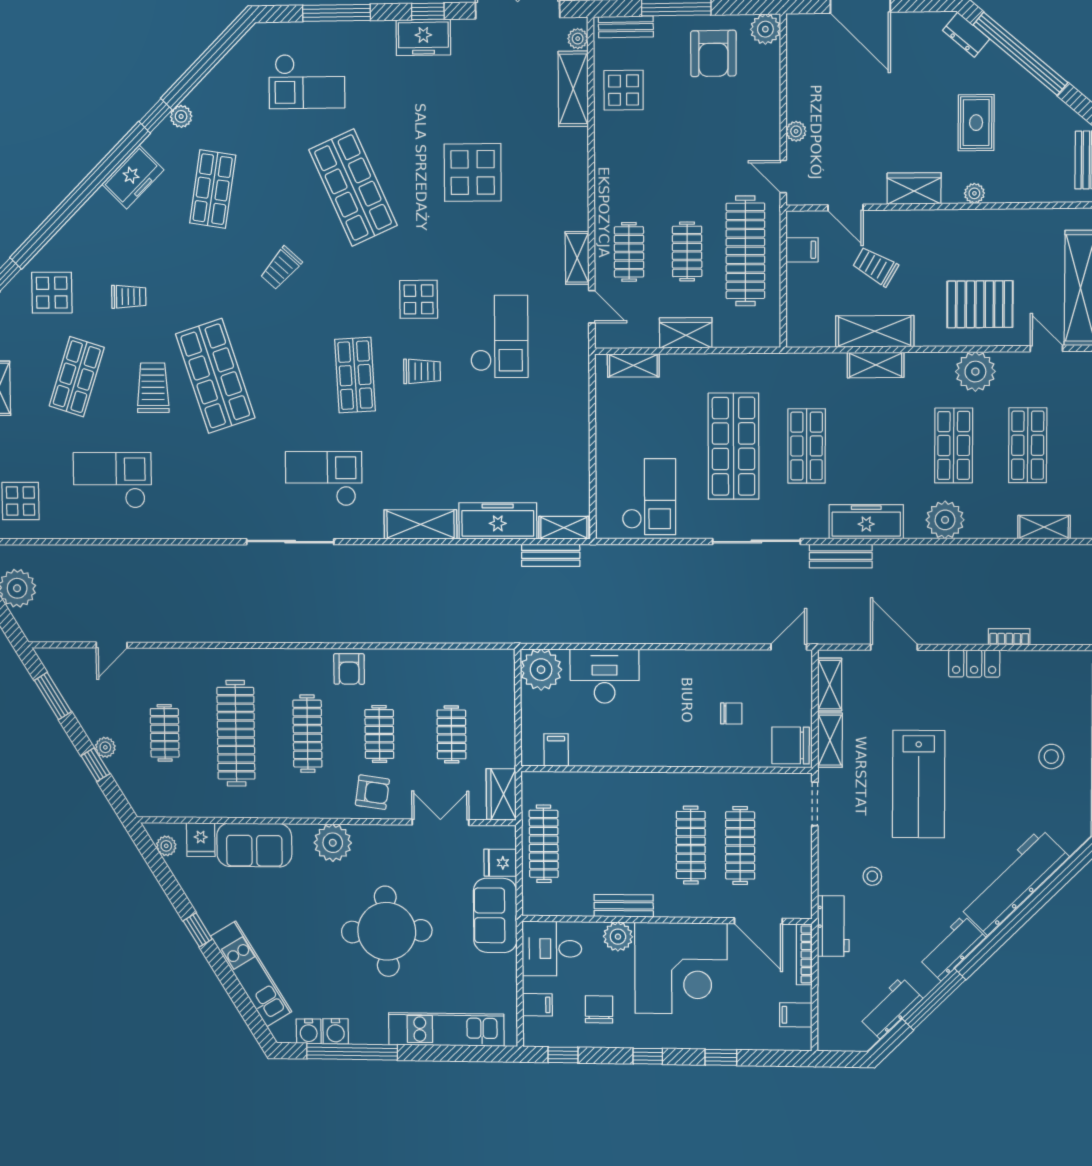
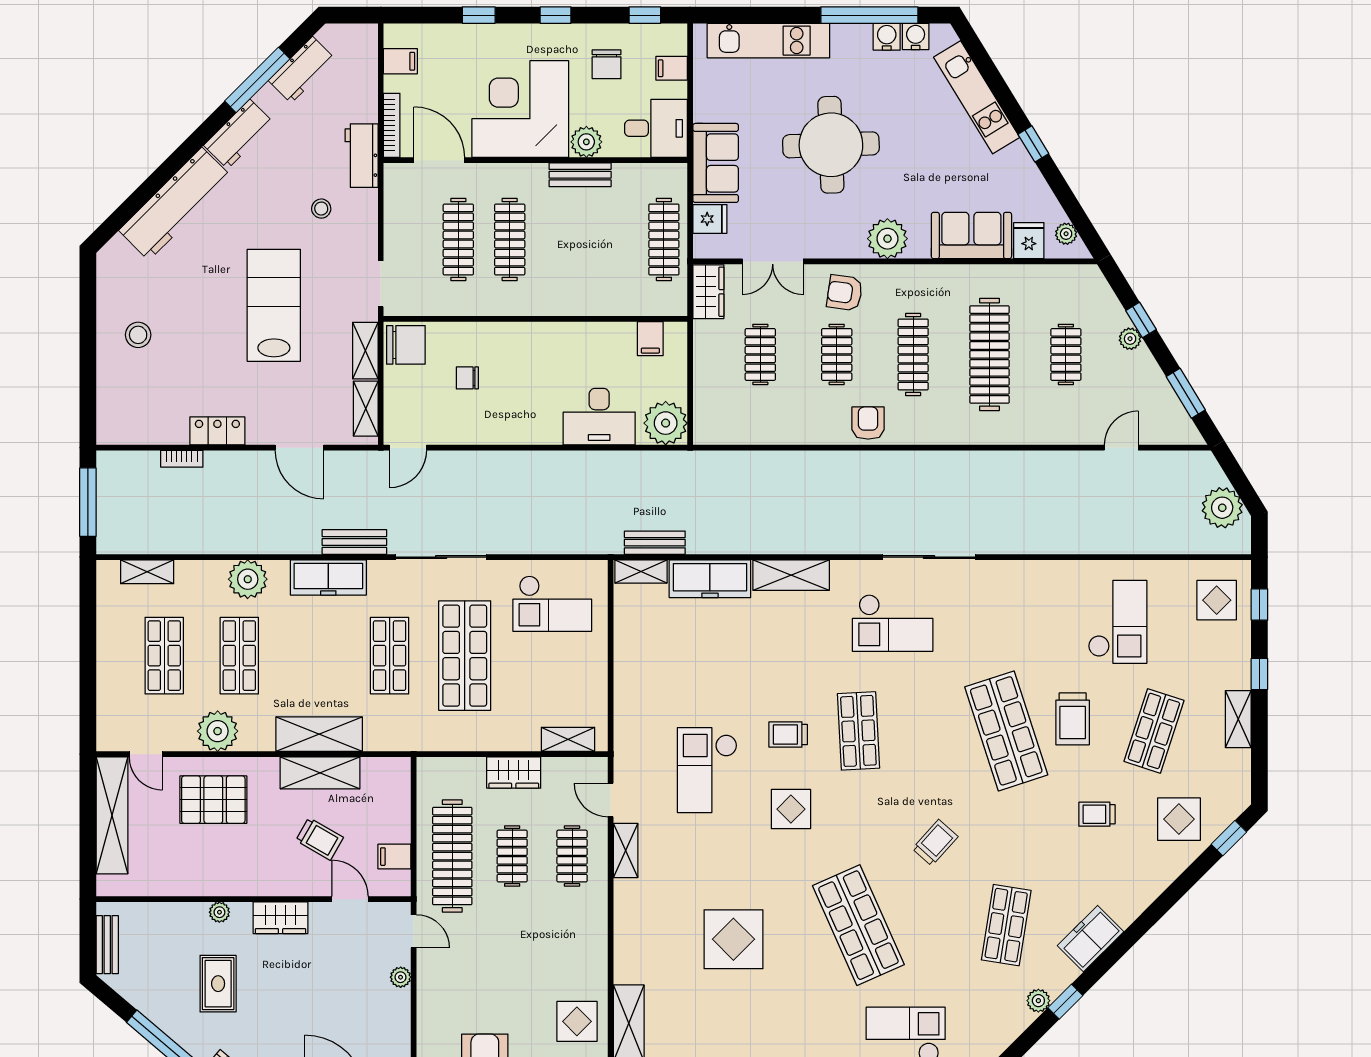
shelving: (876, 365) -> (319, 734), width x1.50, depth x1.33
checkout: (112, 480) -> (1118, 622), turned -90
checkout: (649, 497) -> (552, 604), turned -90

